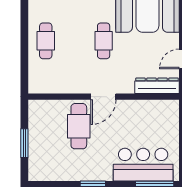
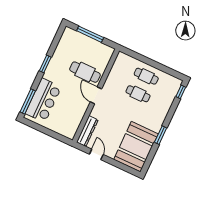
cafe table: (104, 41) -> (138, 94), moved
window: (24, 143) -> (90, 34), width x1.44

